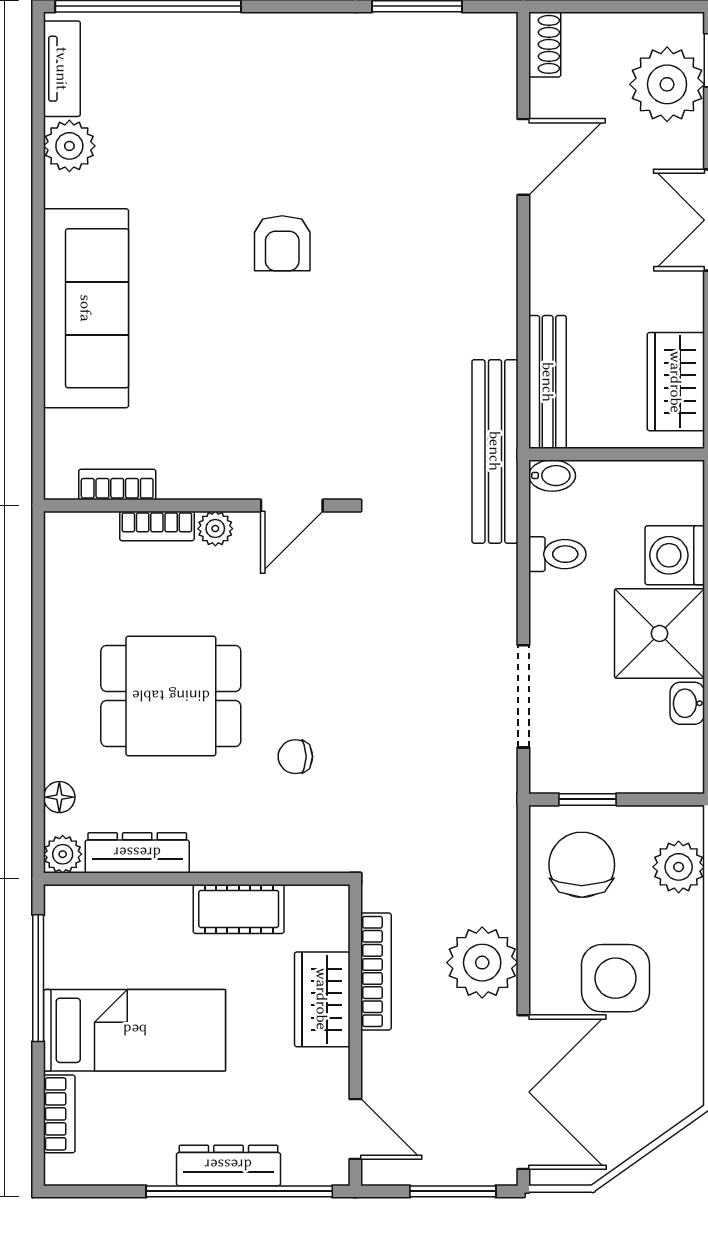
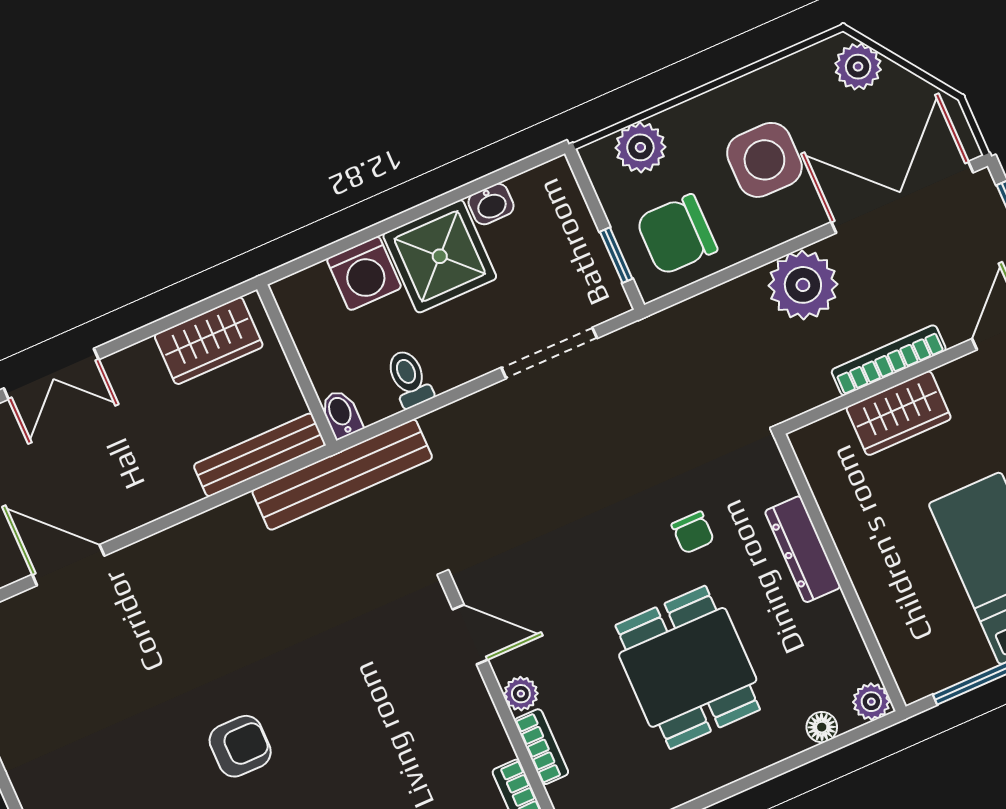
dresser: (137, 853) -> (803, 549), moved
cot: (239, 909) -> (851, 523), removed
bookcase: (376, 971) -> (889, 360), moved
plant: (664, 1105) -> (858, 67), added

